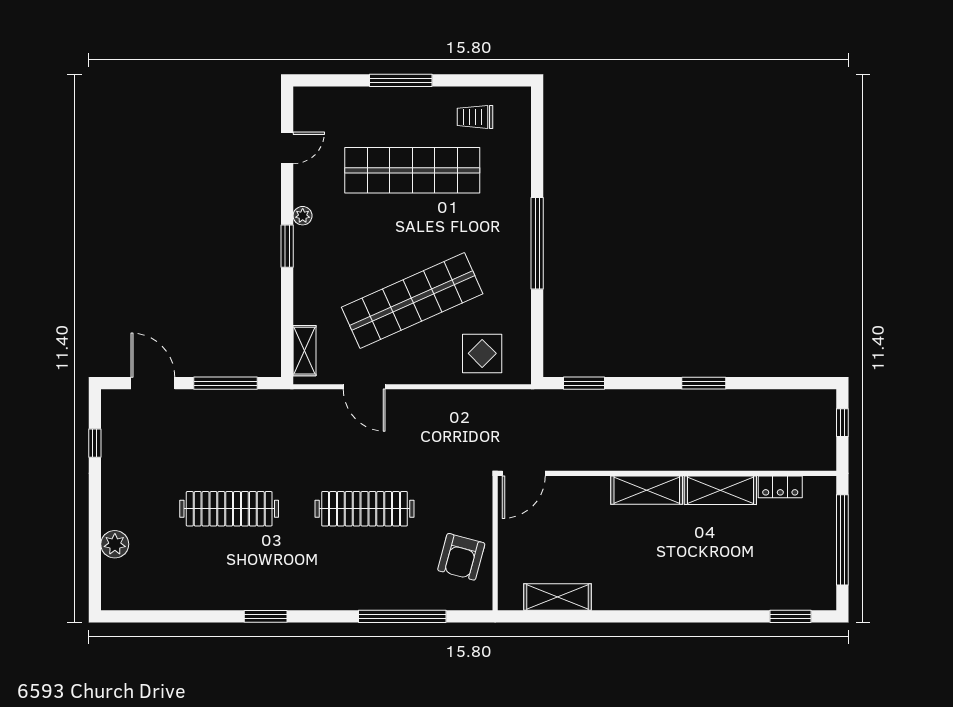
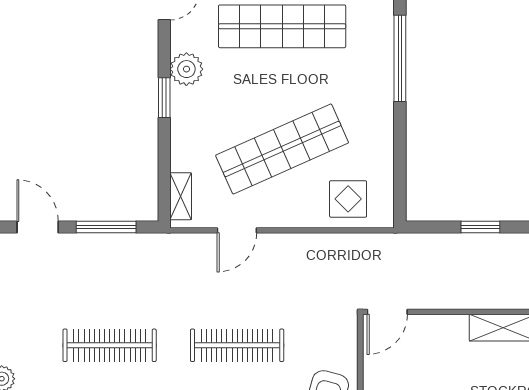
plant: (303, 216) -> (186, 69), width x1.88, depth x1.88
window: (537, 243) -> (400, 58), moved
window: (584, 383) -> (480, 227), moved
door: (364, 387) -> (237, 230), hinge flipped

